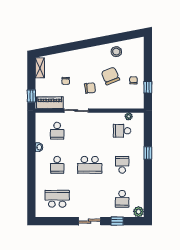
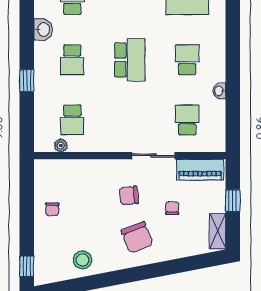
chair: (110, 76) -> (137, 237), moved
window: (148, 87) -> (27, 266), moved
window: (31, 96) -> (233, 201), moved
school desk: (122, 131) -> (72, 120), turned 90
school desk: (90, 165) -> (130, 60), turned 90
washbasin: (139, 182) -> (43, 30), added

